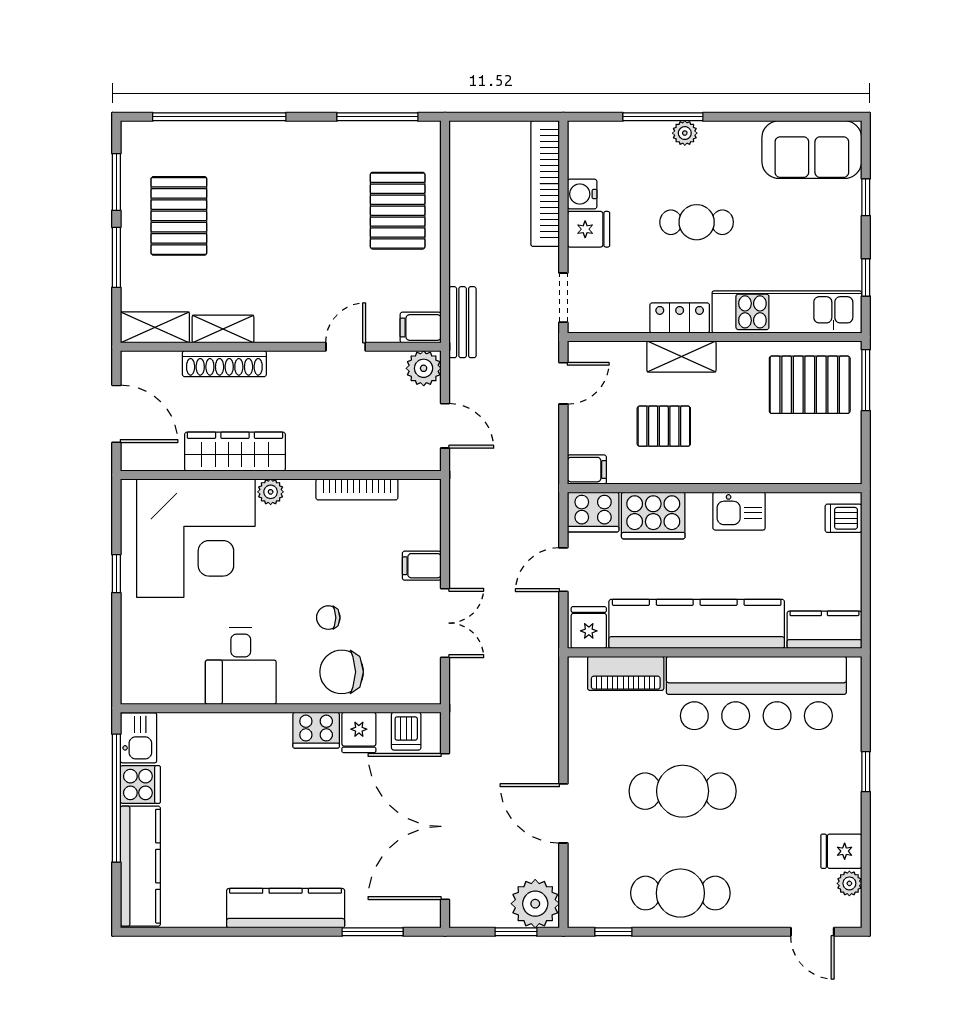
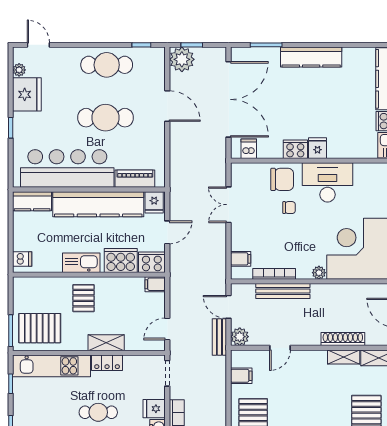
bench: (463, 322) -> (219, 337), moved
filing cabinet: (421, 328) -> (241, 376), moved
pallet: (664, 426) -> (83, 298), moved, turned 90
wardrobe: (235, 452) -> (337, 294), removed
bench: (340, 456) -> (283, 291), added
kitchen sink: (739, 511) -> (81, 263), width x1.38
filing cabinet: (422, 566) -> (241, 259), moved
desk: (241, 666) -> (327, 182), width x1.37
fridge: (359, 732) -> (317, 148), moved
fridge: (841, 851) -> (27, 94), width x1.88, depth x1.34

